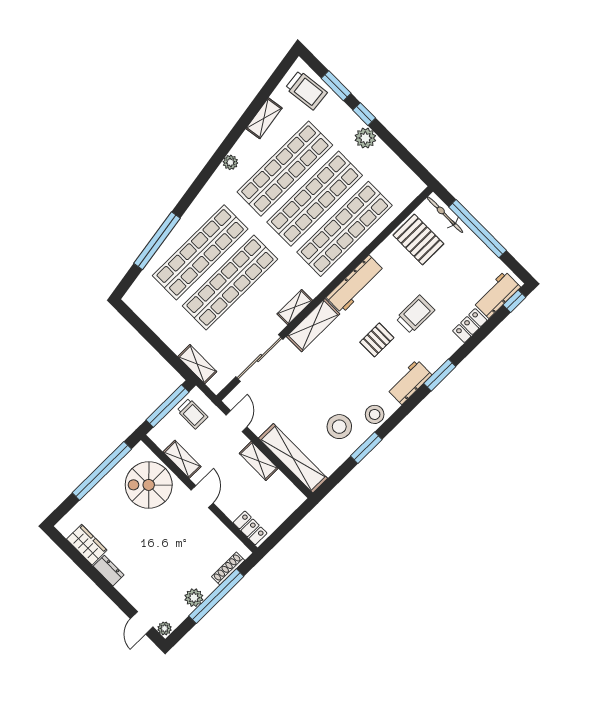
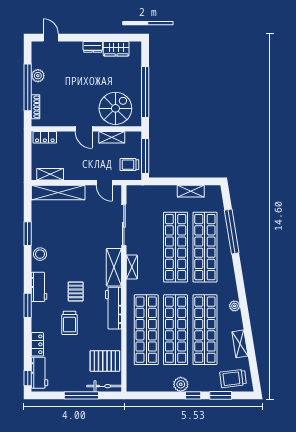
window: (478, 229) -> (81, 395), width x0.68
shelving: (197, 364) -> (191, 191), moved
stool: (339, 427) -> (51, 231), removed
shelving: (259, 461) -> (50, 174), moved
plant: (165, 628) -> (37, 46), removed

